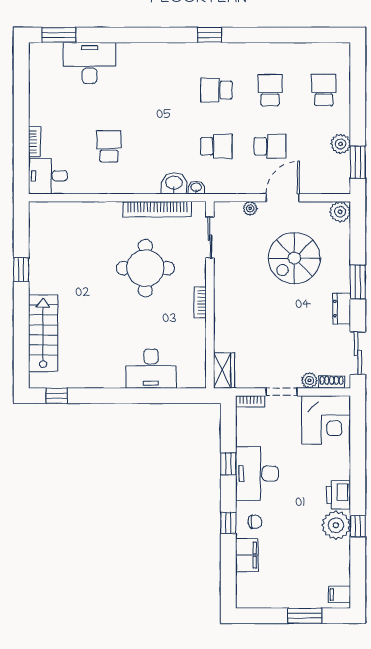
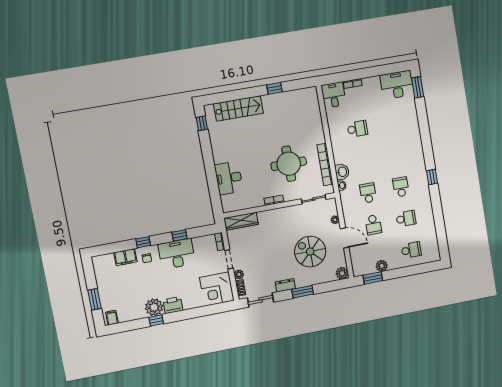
desk: (90, 63) -> (397, 85), moved, turned -90
school desk: (216, 146) -> (368, 193), turned 180
wardrobe: (224, 370) -> (241, 221), width x1.50

